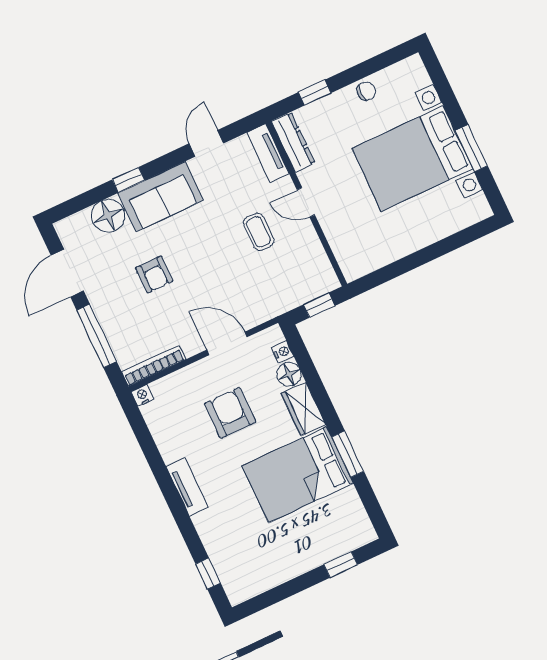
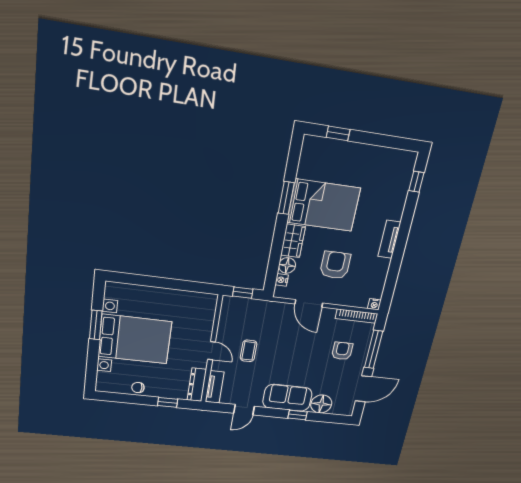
armchair: (154, 274) -> (342, 351), moved
armchair: (230, 413) -> (335, 265), turned 180

